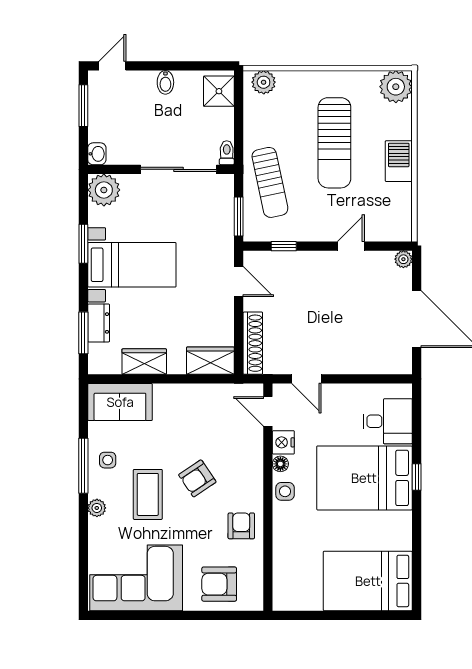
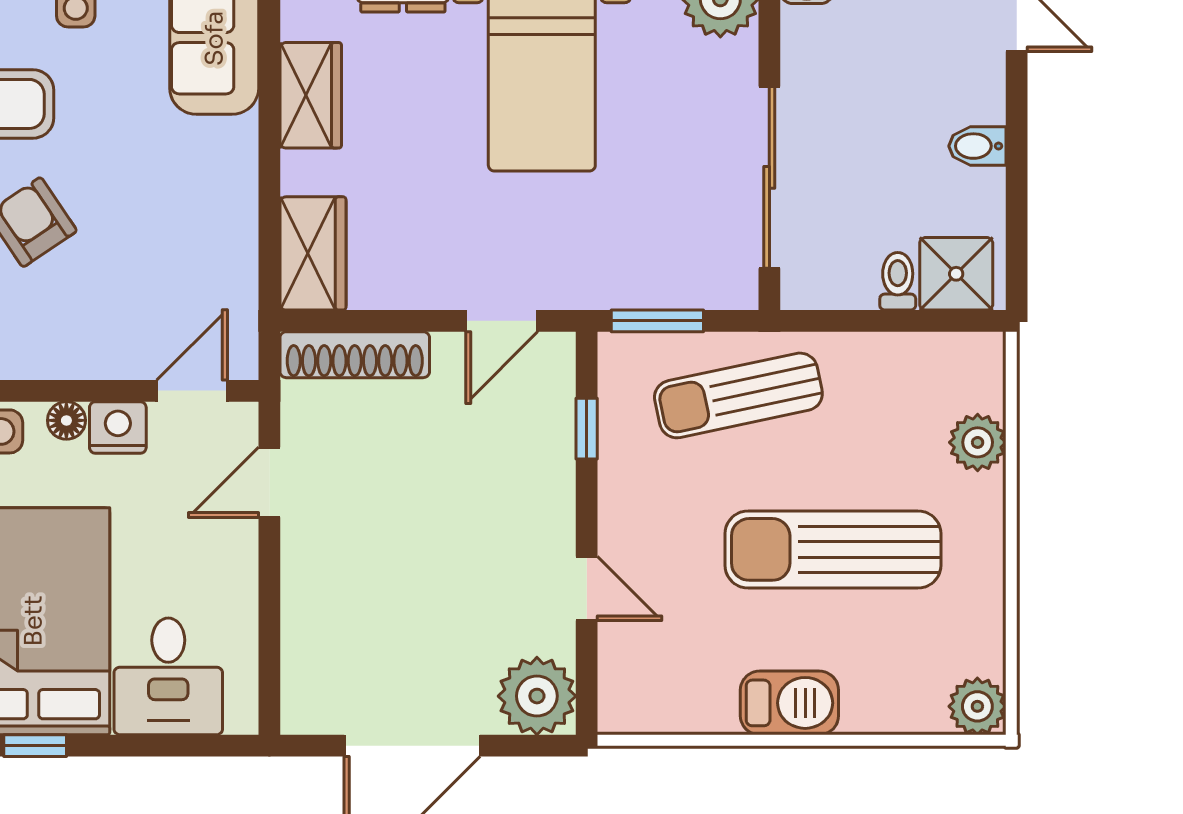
plant: (264, 82) -> (978, 442), moved
plant: (396, 87) -> (977, 706), width x0.73, depth x0.73
toilet: (227, 153) -> (898, 281), moved, turned -90
plant: (403, 259) -> (537, 696), width x1.88, depth x1.88

